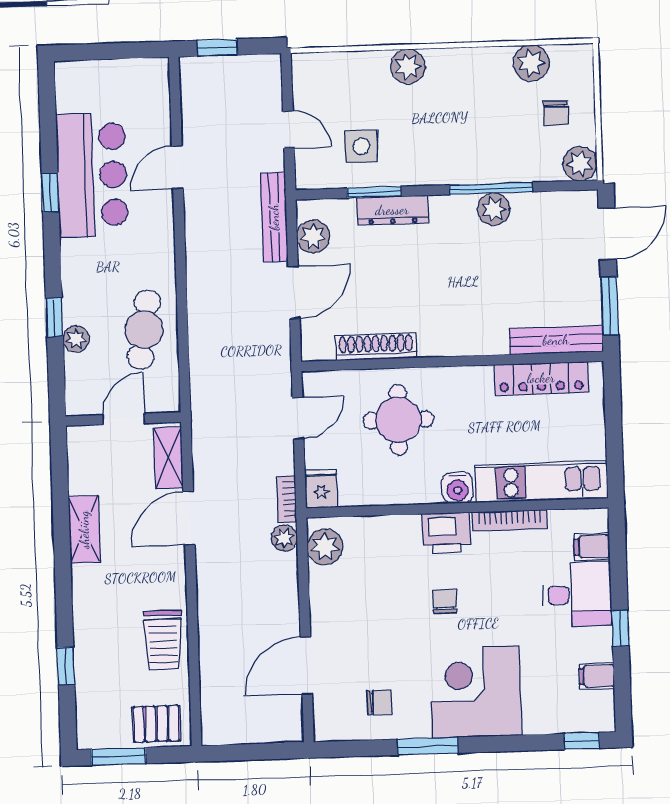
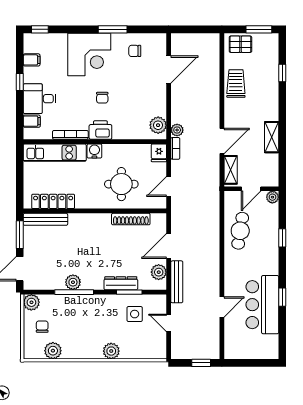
plant: (76, 339) -> (272, 197), moved

